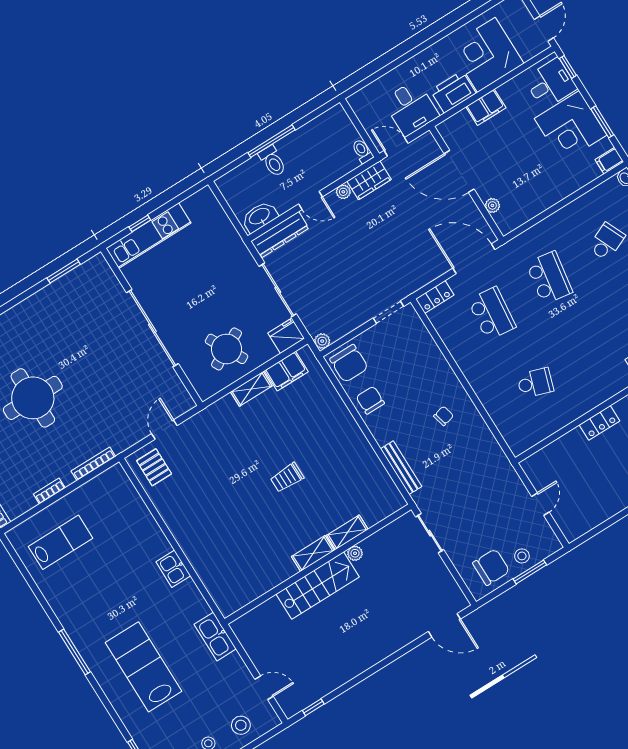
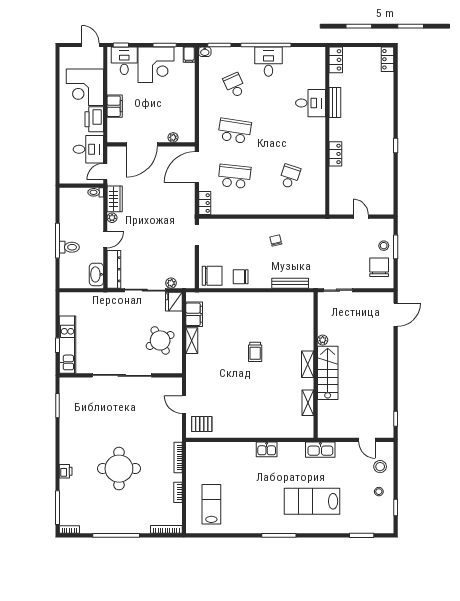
plant: (322, 341) -> (171, 283), moved
shelving: (347, 532) -> (308, 403), moved
door: (264, 688) -> (367, 440), swing flipped

